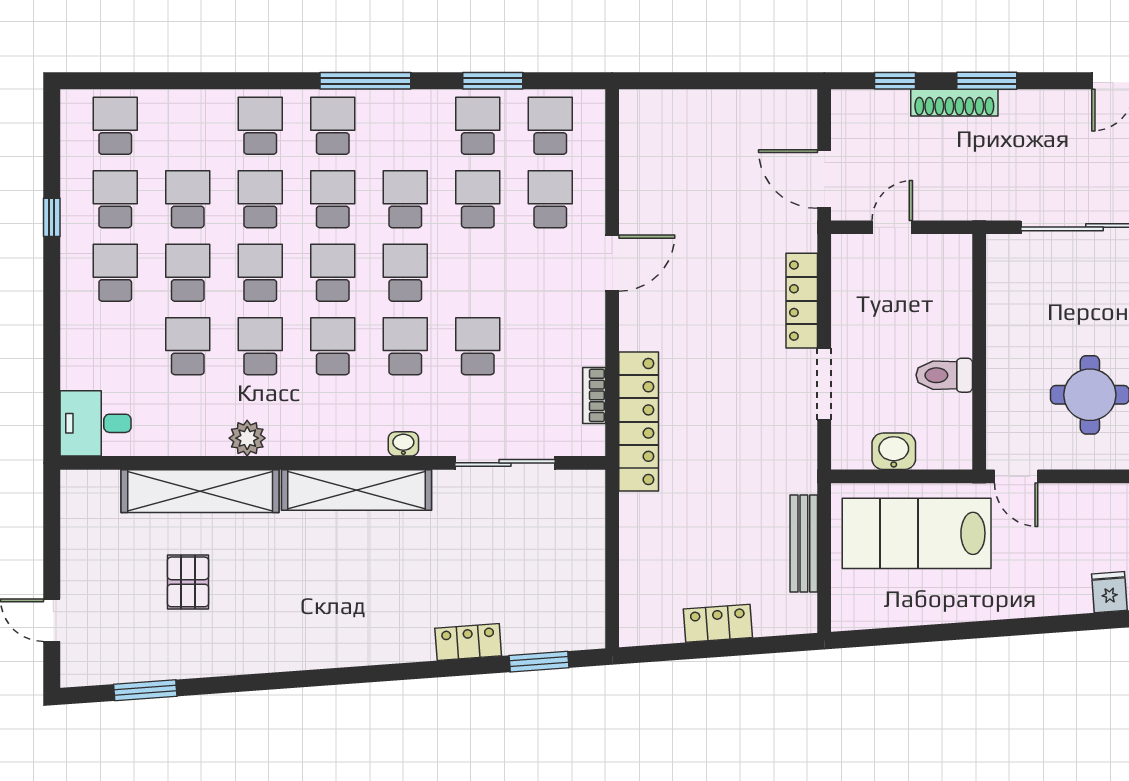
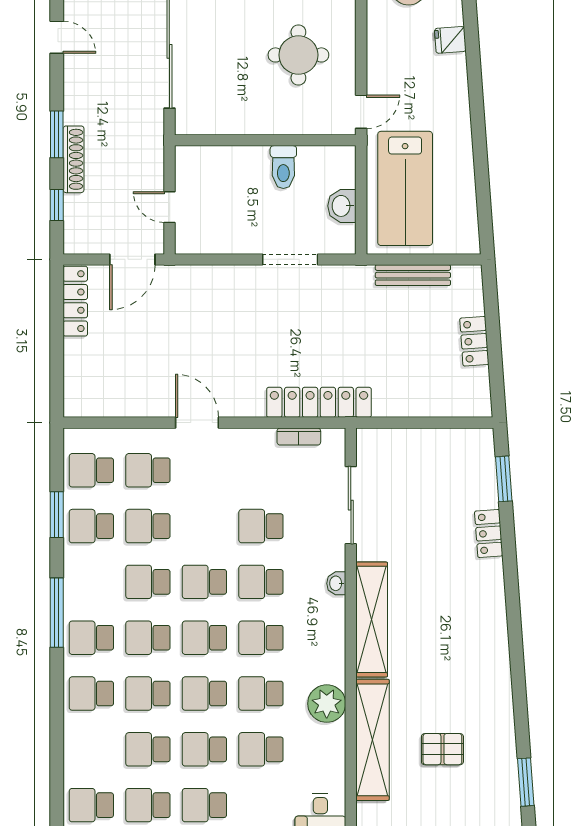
locker: (802, 301) -> (75, 301), moved, turned -90
plant: (247, 438) -> (327, 704), width x1.36, depth x1.36

